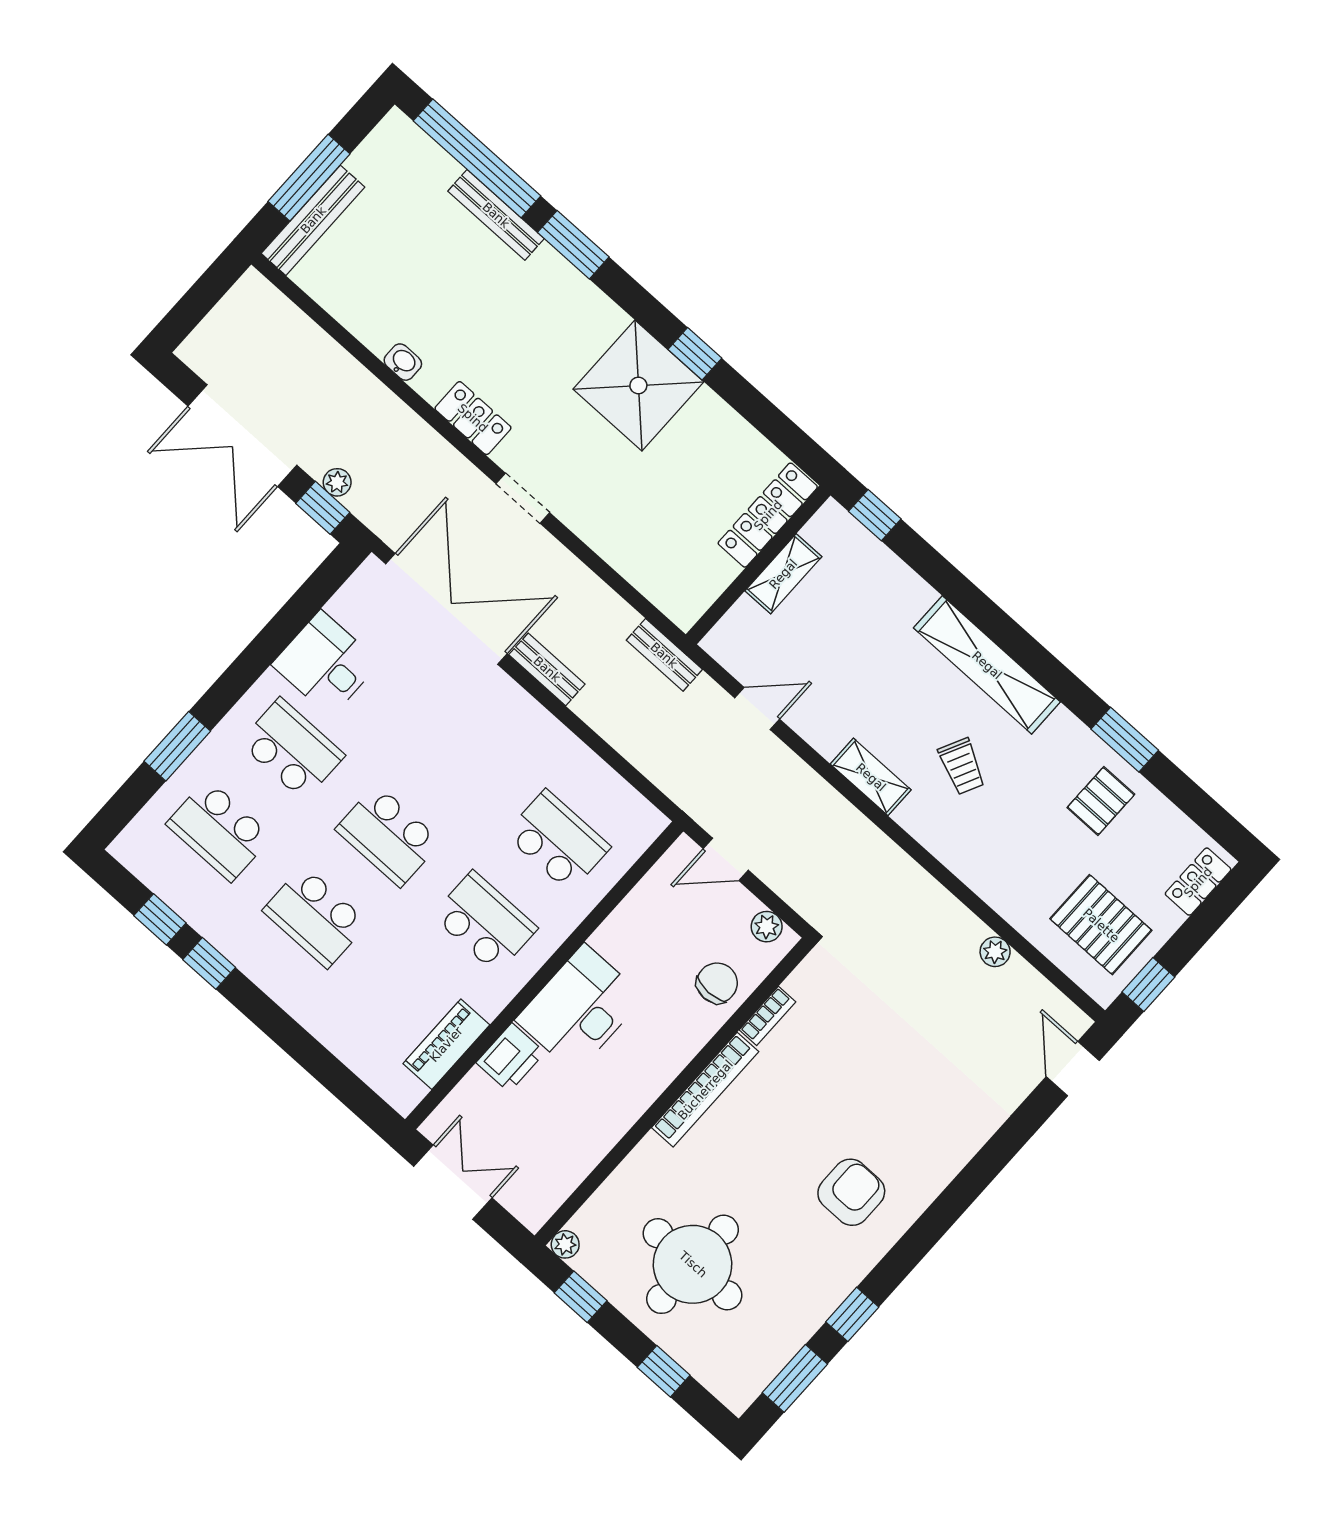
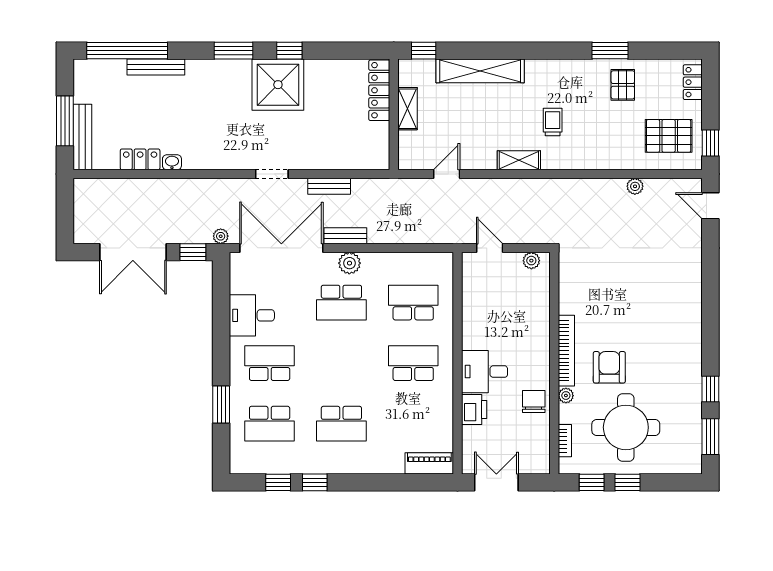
window: (573, 245) -> (234, 51), moved
locker: (473, 418) -> (140, 159), moved
plant: (337, 482) -> (221, 236), moved
bench: (664, 655) -> (329, 186), moved
shelving: (987, 665) -> (480, 71), moved
plant: (520, 711) -> (349, 263), added
trolley: (962, 766) -> (553, 122), turned -116
school desk: (388, 836) -> (341, 303), moved
door: (726, 859) -> (490, 248), swing flipped
chair: (717, 983) -> (534, 401), moved
desk: (580, 1009) -> (485, 372), width x0.73
bookcase: (767, 1016) -> (565, 441), moved
piano: (446, 1044) -> (429, 463), moved, turned 90
armchair: (851, 1192) -> (609, 367), moved
plant: (565, 1244) -> (566, 396), moved
window: (664, 1371) -> (627, 482), moved

